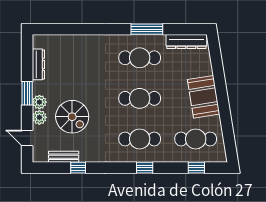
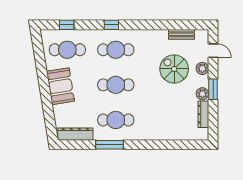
plant: (39, 102) -> (202, 94), moved
window: (78, 168) -> (169, 25), removed

